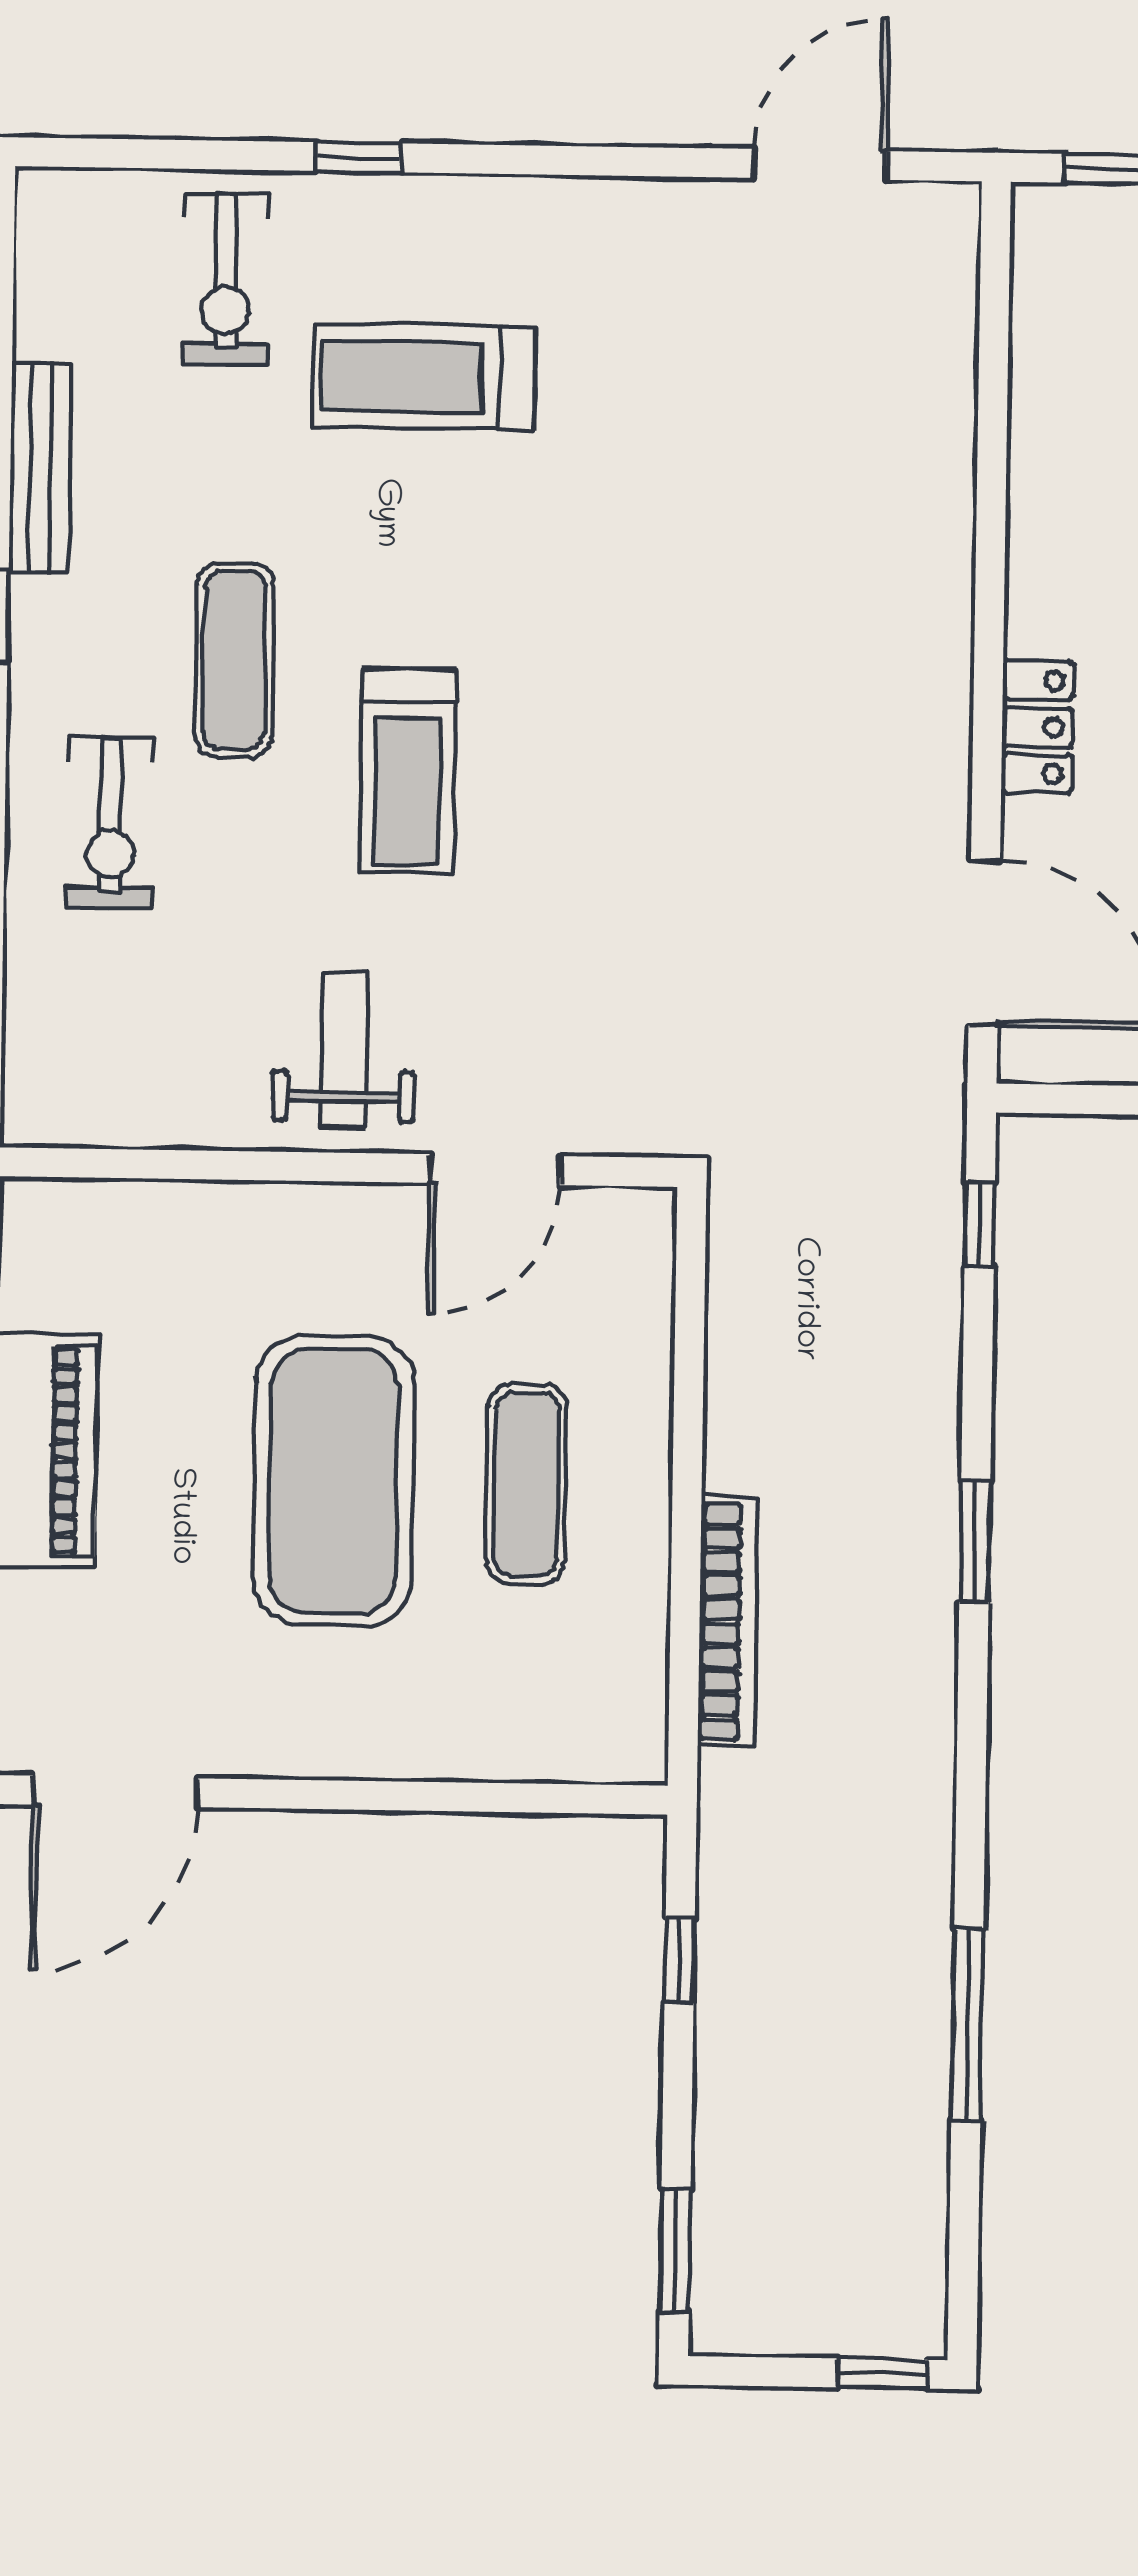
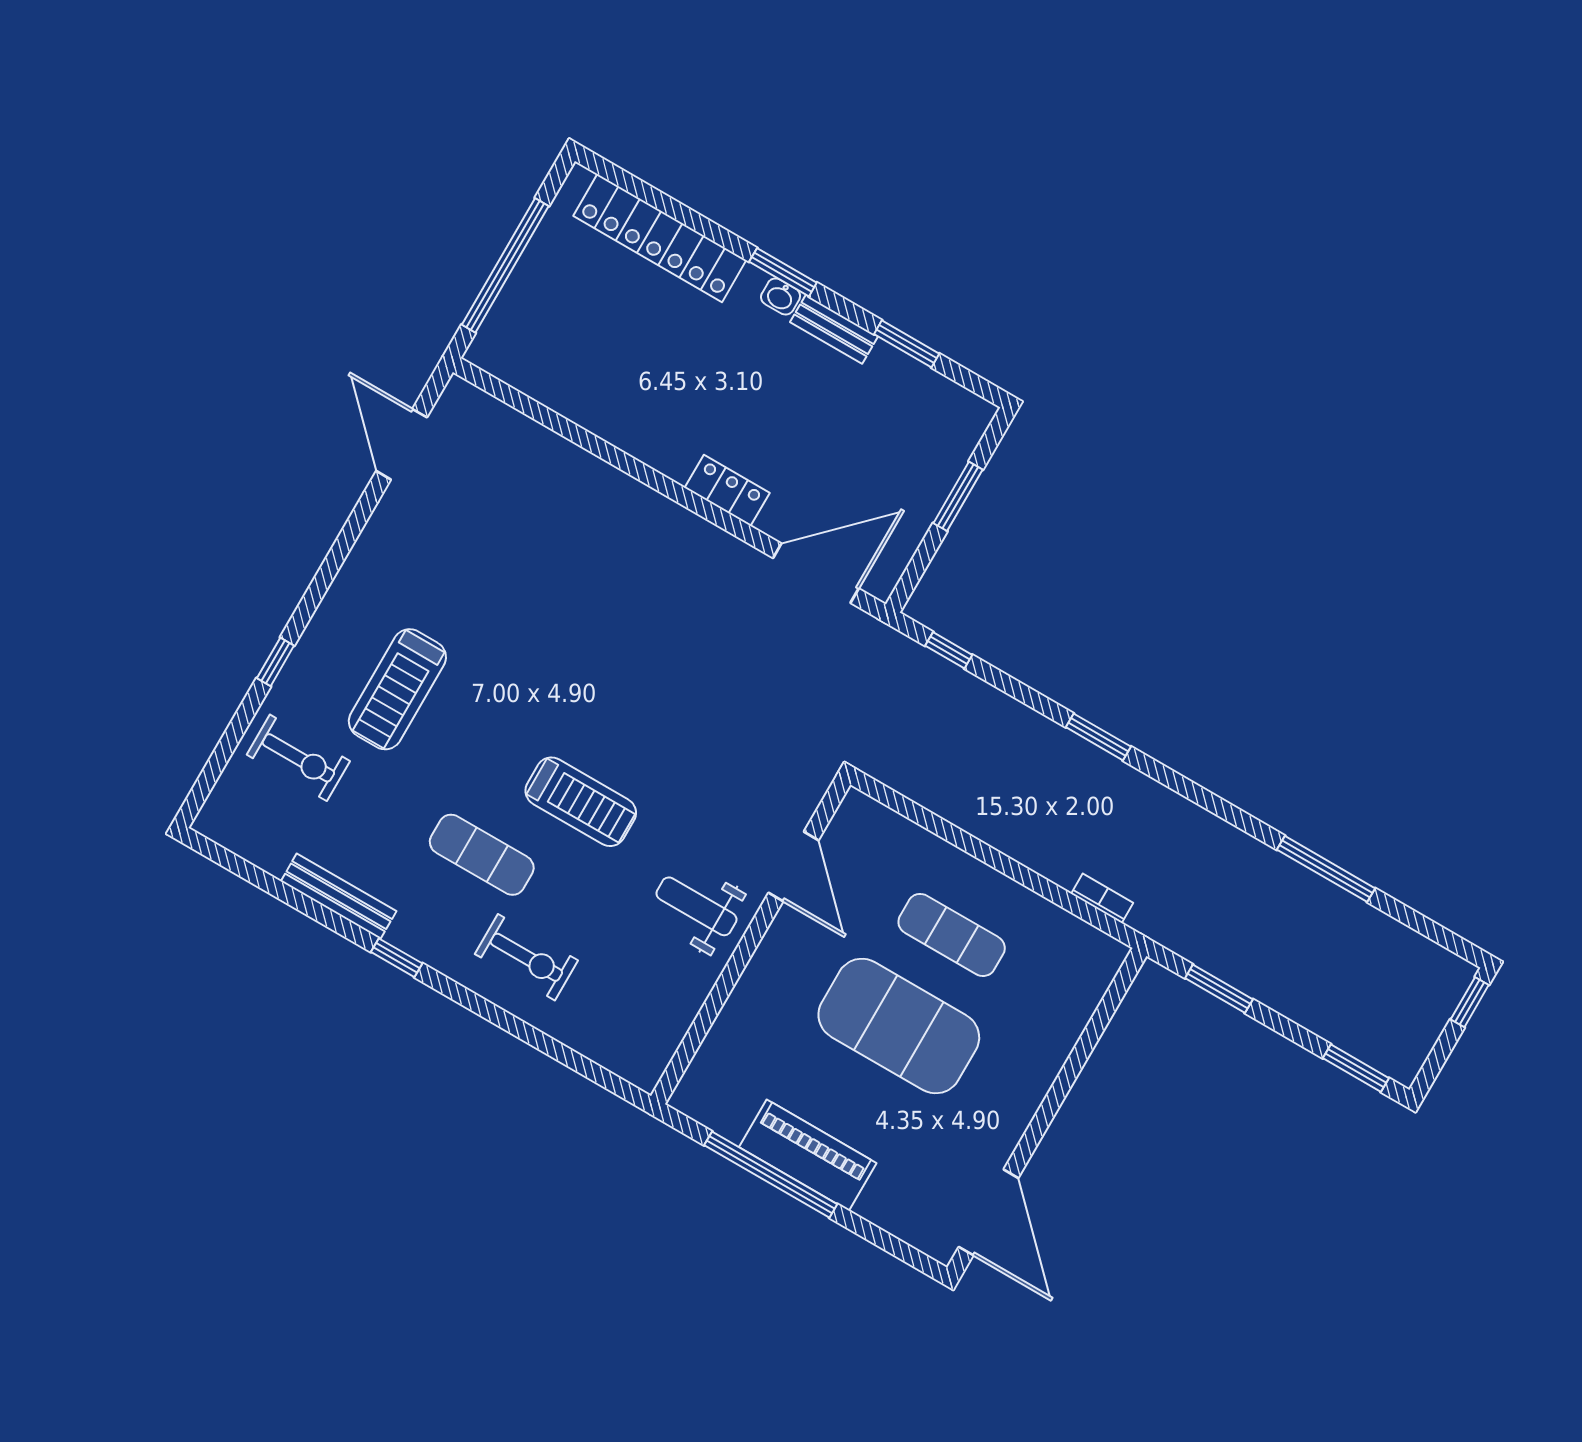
bookcase: (728, 1622) -> (1102, 898), width x0.43, depth x0.76
window: (680, 1960) -> (1219, 989), width x1.50

